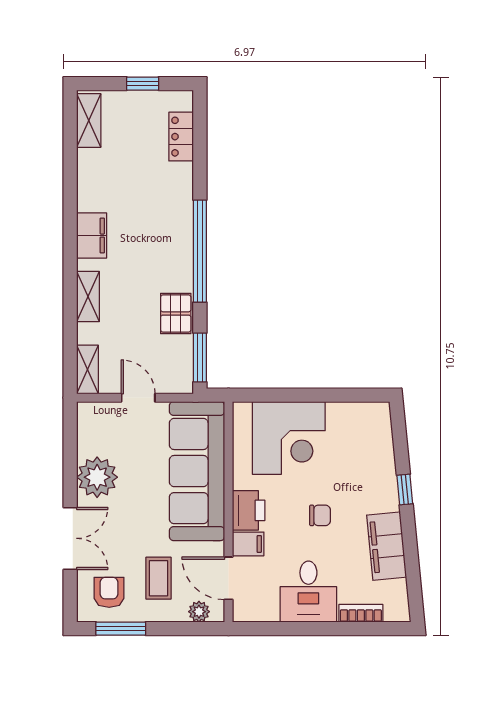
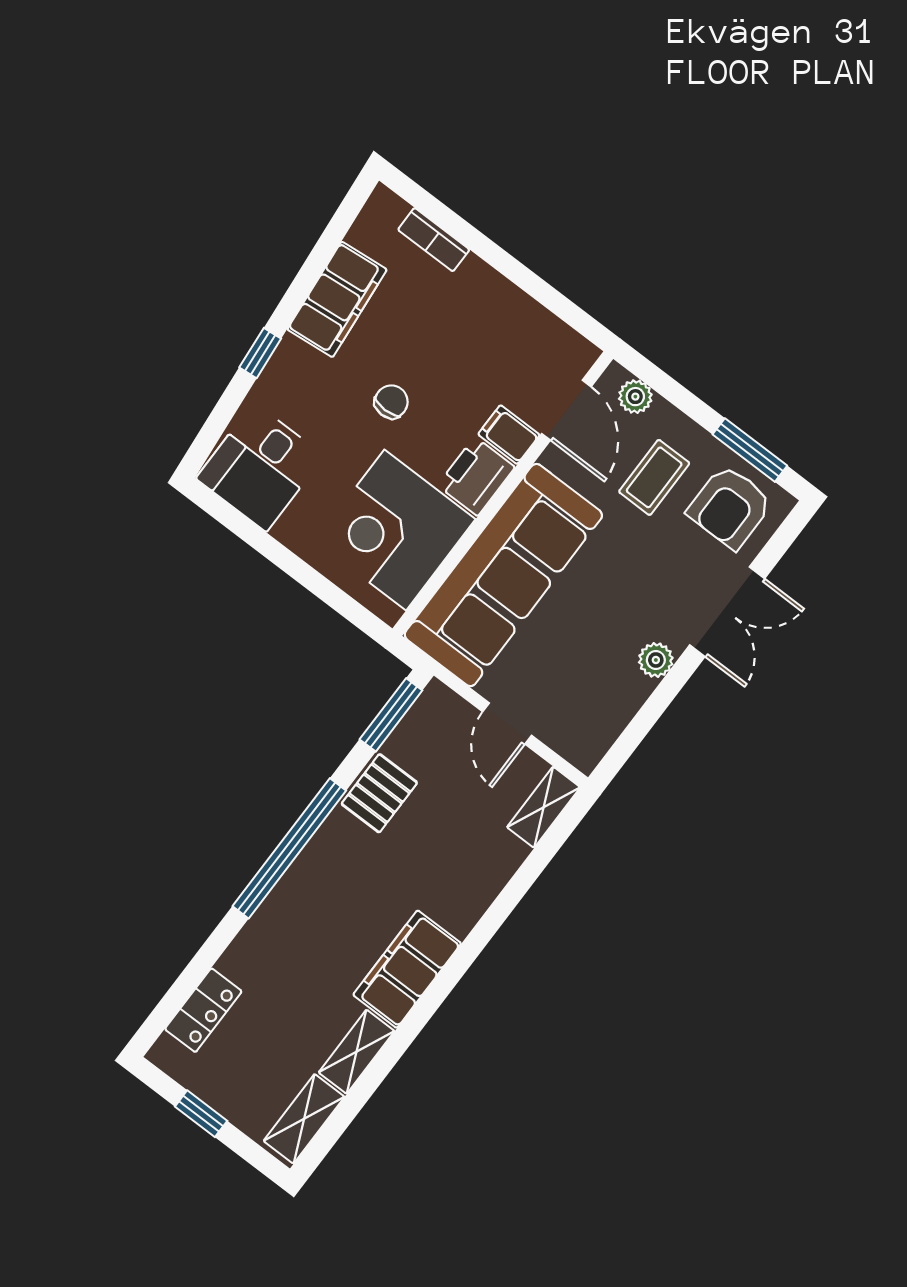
filing cabinet: (92, 236) -> (407, 969), width x1.50, depth x1.17
shelving: (88, 297) -> (357, 1052), moved
corner desk: (289, 438) -> (395, 530), moved, turned -90
plant: (97, 477) -> (656, 660), width x0.53, depth x0.53
chair: (320, 515) -> (391, 402), turned 90
double door: (70, 538) -> (727, 612), swing flipped
armchair: (109, 592) -> (730, 507), width x1.38, depth x1.38
desk: (308, 592) -> (260, 467), moved, turned 180

